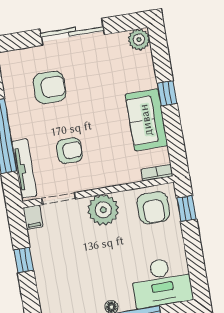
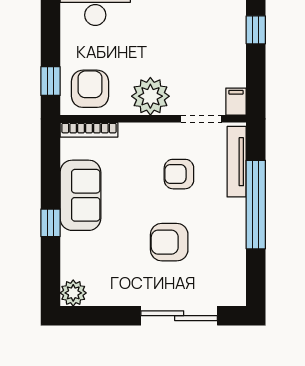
sliding door: (72, 32) -> (179, 316), moved
armchair: (50, 87) -> (169, 242), moved
bookcase: (157, 173) -> (89, 130), width x1.56
window: (24, 260) -> (256, 30), moved

